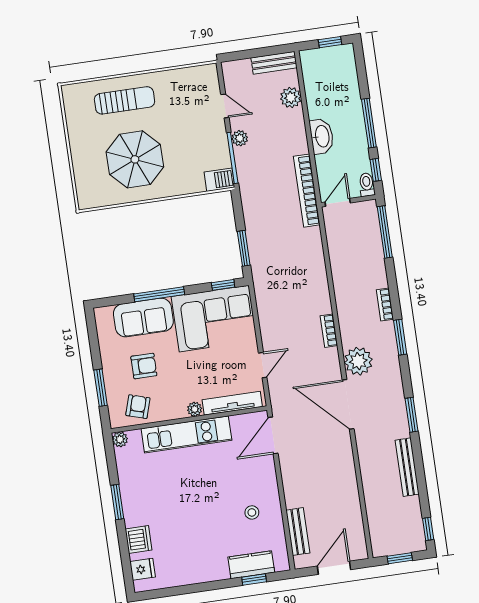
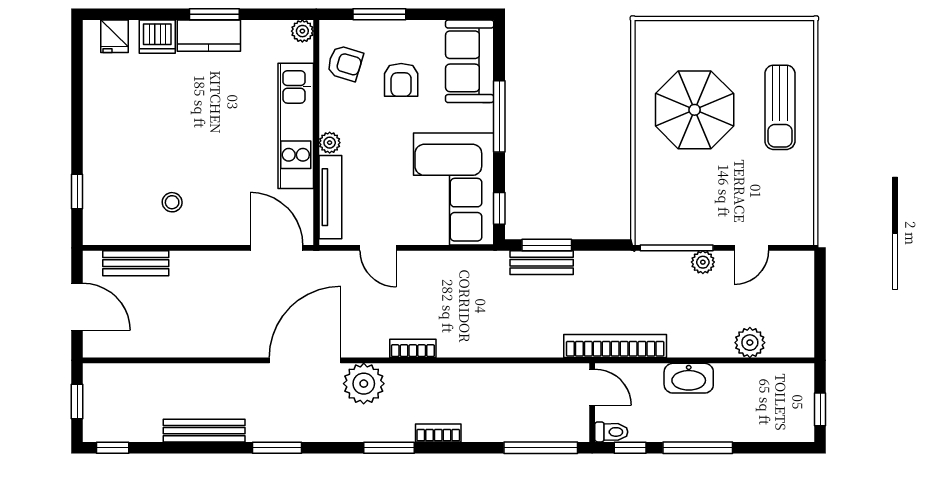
bench: (274, 63) -> (542, 263), moved, turned 90
barbecue: (219, 180) -> (649, 225), removed
sofa: (143, 317) -> (470, 61), moved
kitchen counter: (251, 565) -> (209, 36), moved, turned 90

